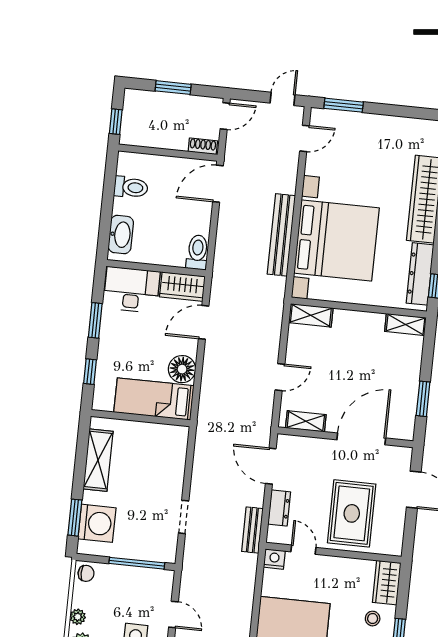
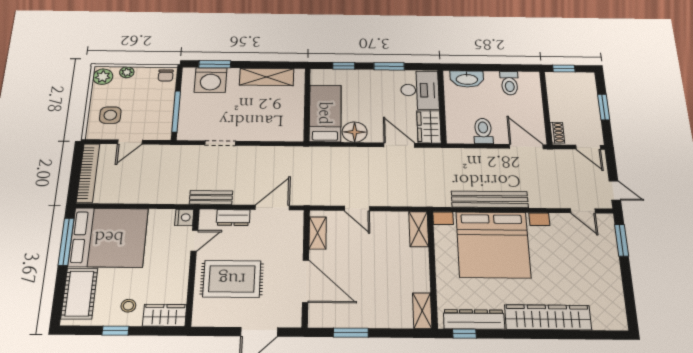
toilet: (197, 252) -> (483, 131), moved, turned -90

